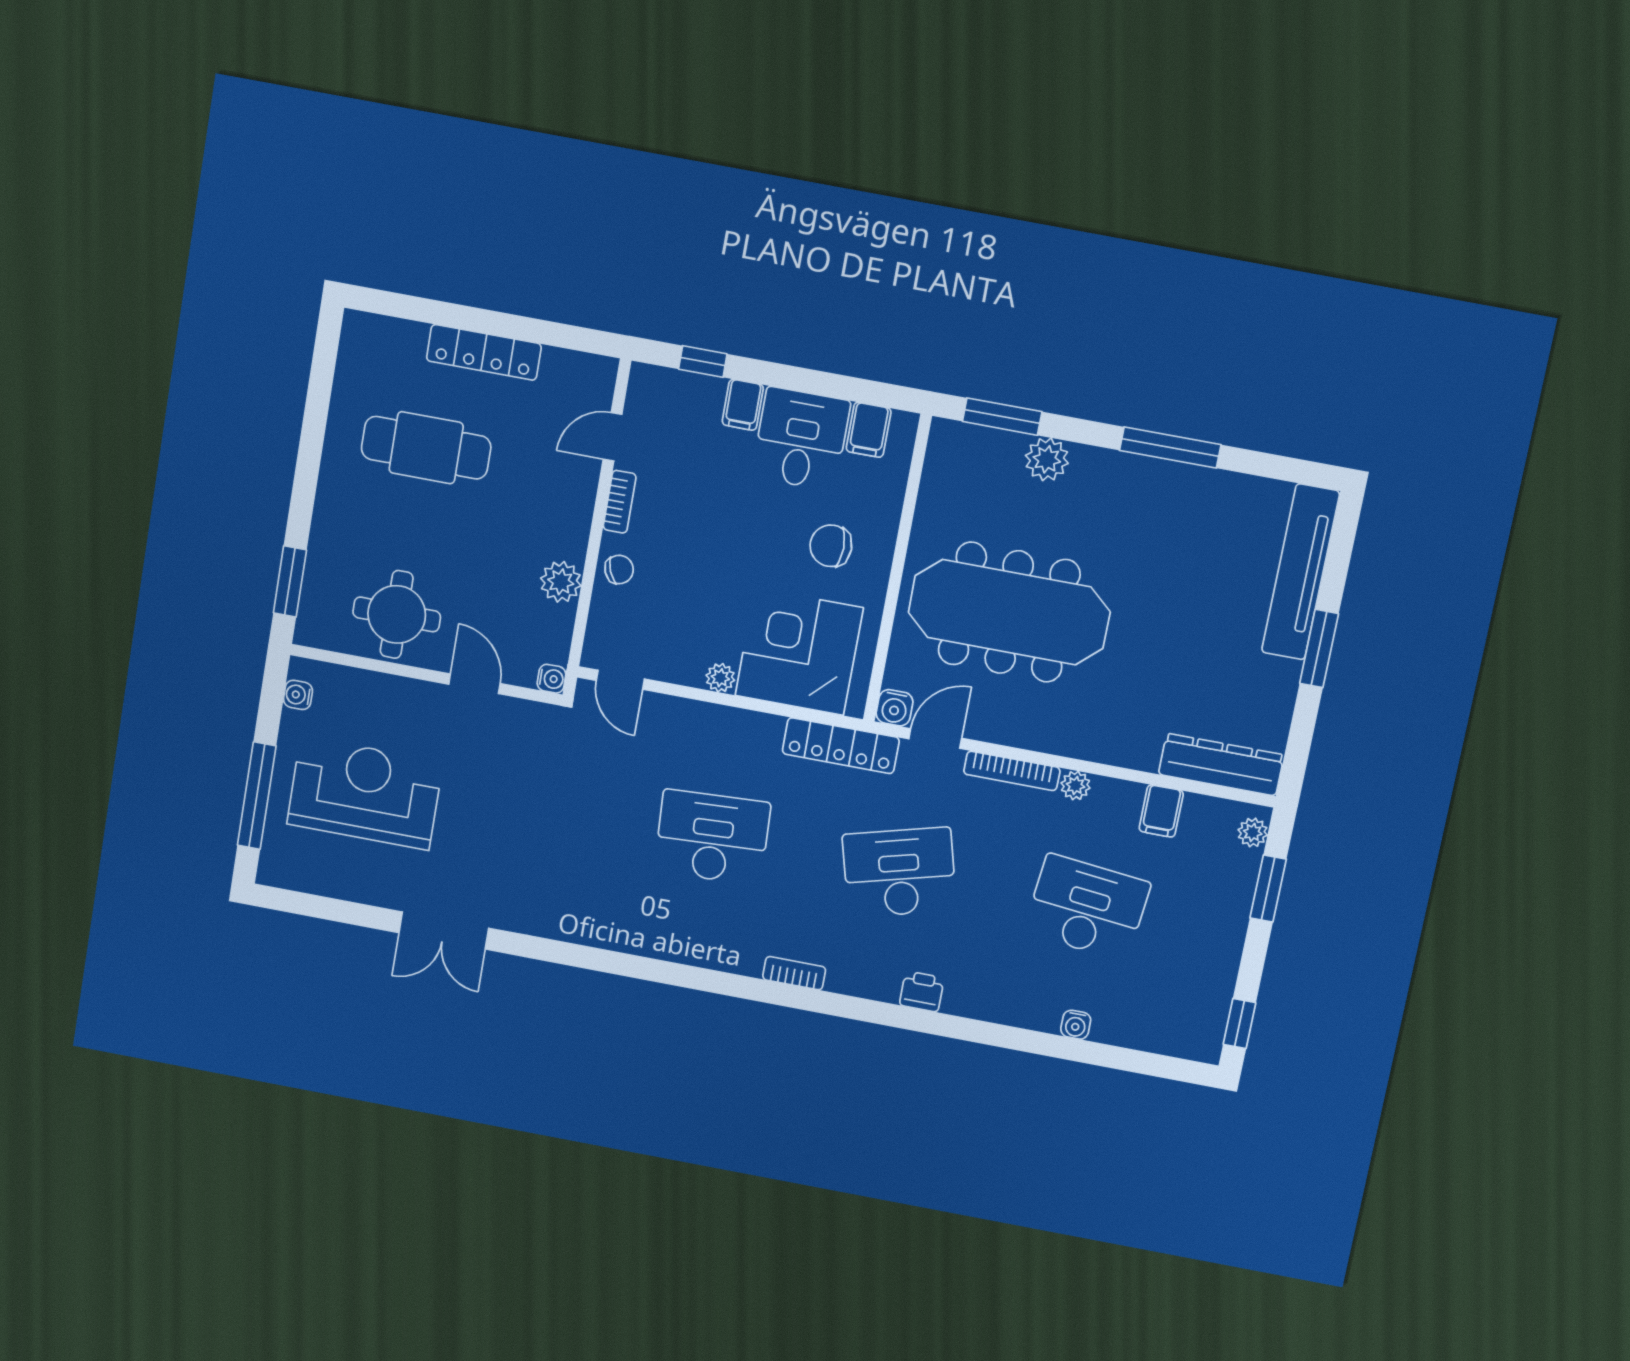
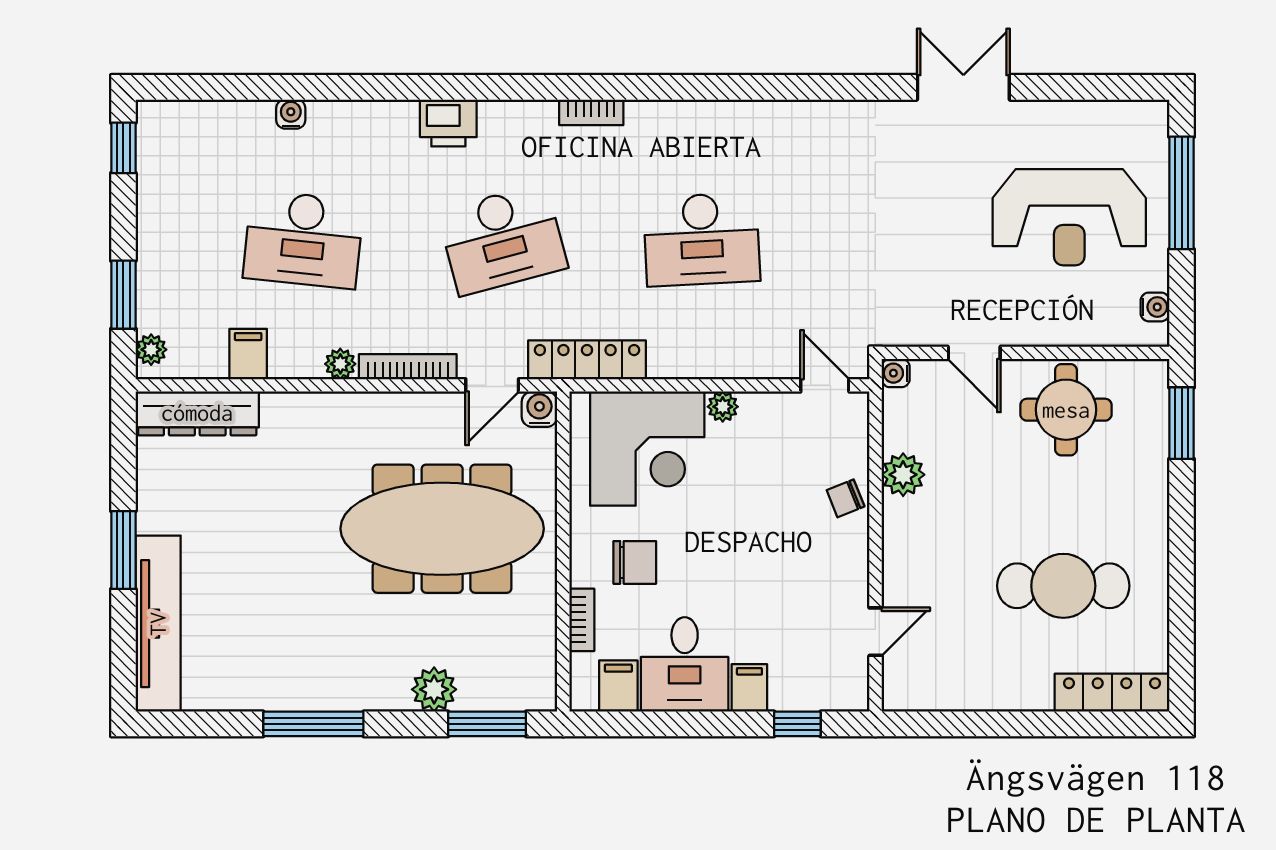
locker: (484, 352) -> (1112, 693), moved
bookcase: (620, 502) -> (582, 620), moved, turned 180
printer: (922, 992) -> (448, 123), width x1.36, depth x1.24

